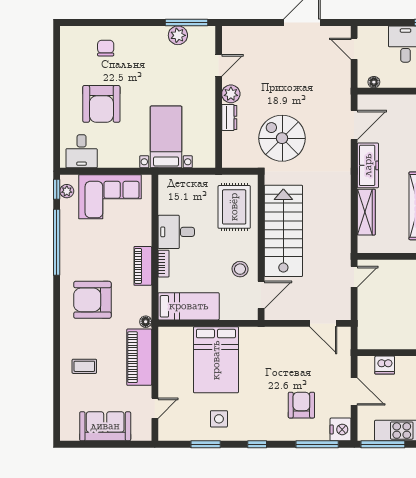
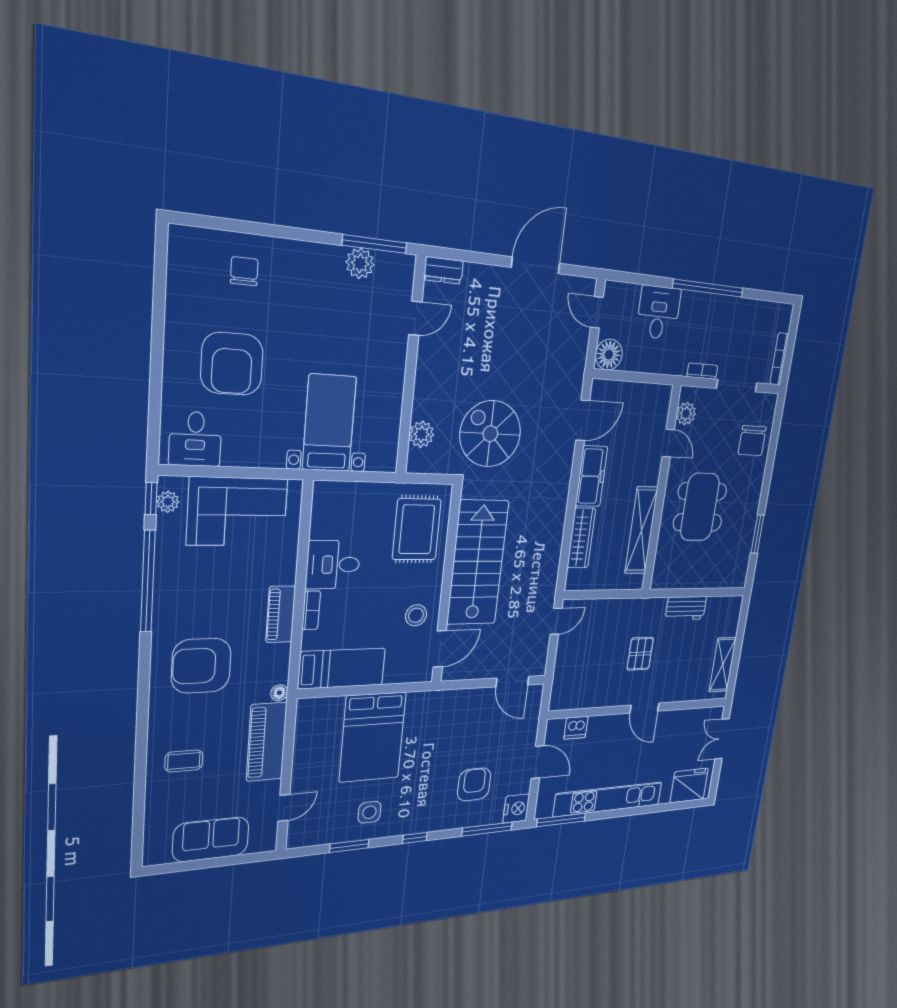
floor lamp: (374, 82) -> (609, 355), width x1.89, depth x1.89
plant: (231, 94) -> (422, 434), moved
dresser: (229, 117) -> (444, 270), moved, turned 90

